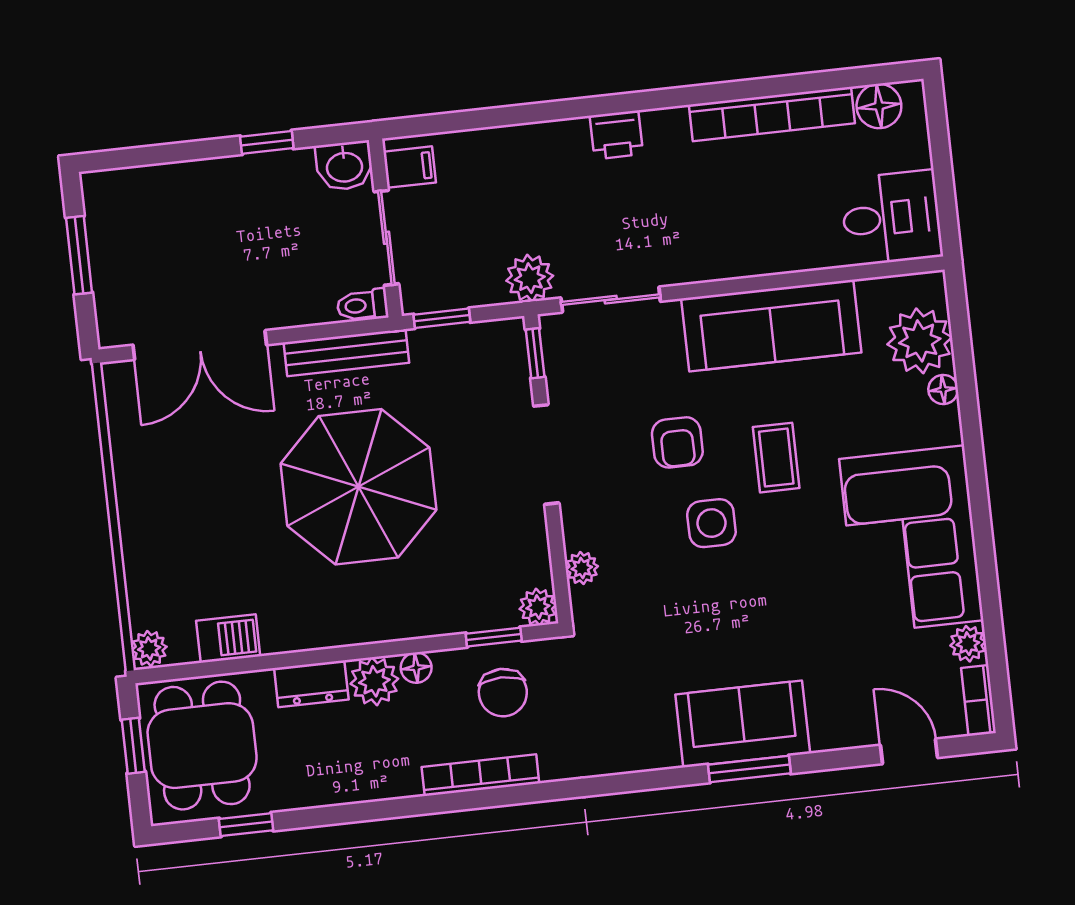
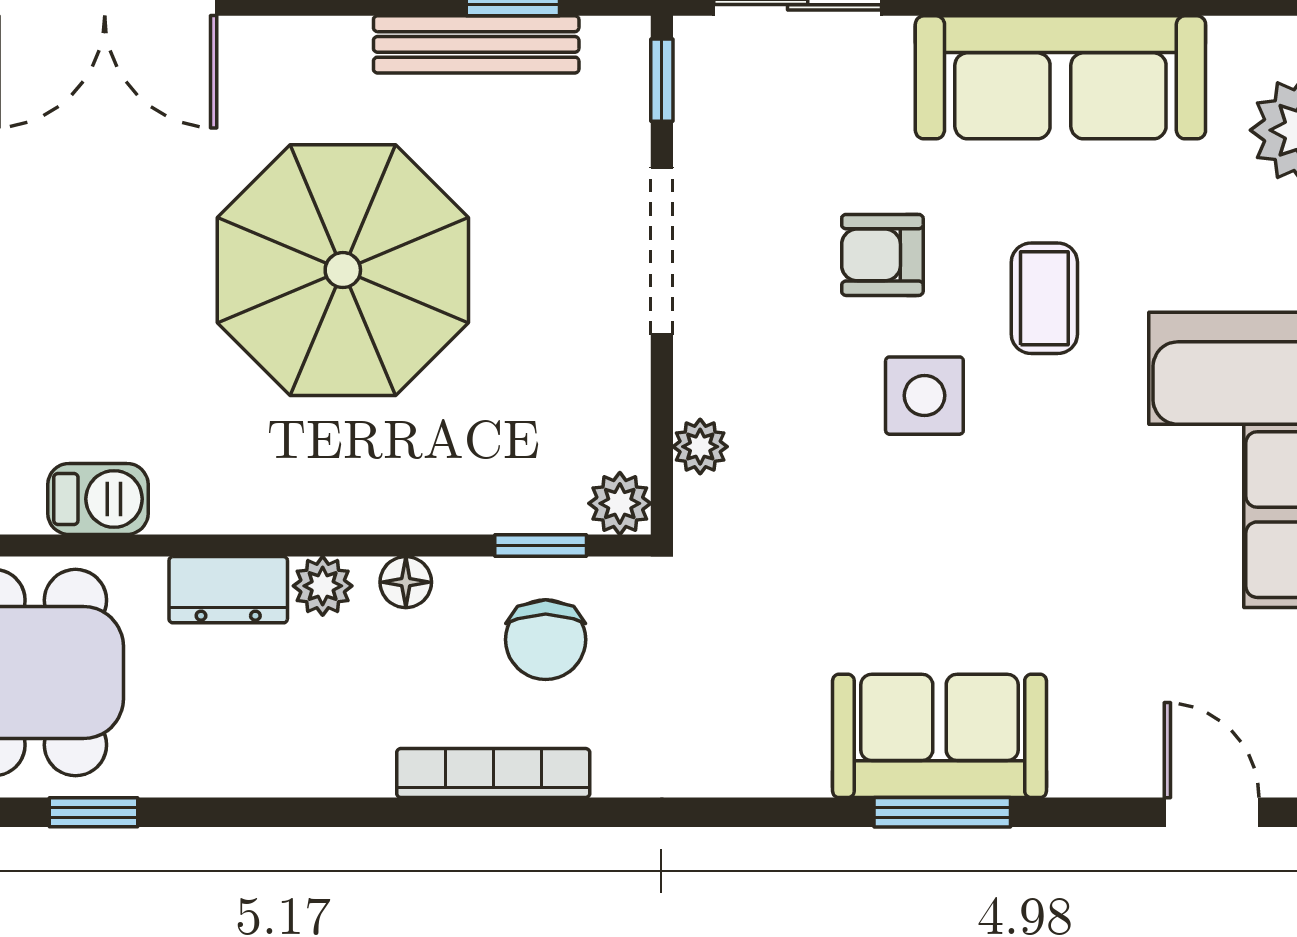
bench: (346, 353) -> (476, 44), moved
armchair: (677, 442) -> (882, 255), turned 90
plant: (374, 681) -> (323, 586), width x0.73, depth x0.73

